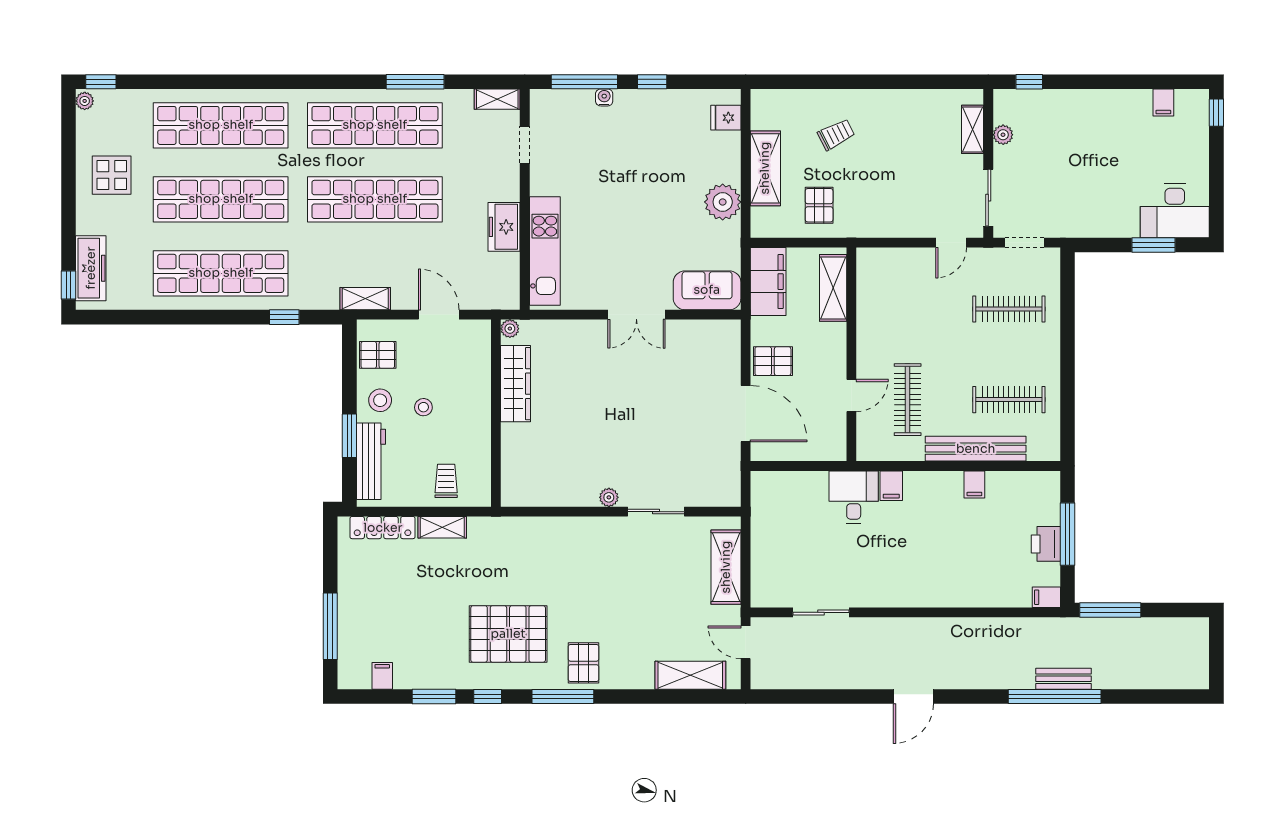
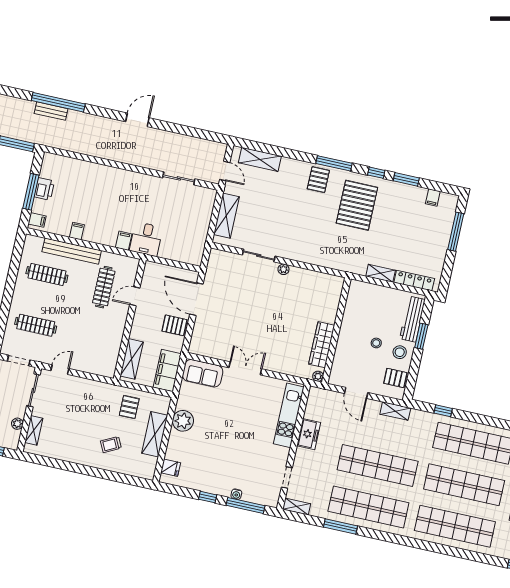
trolley: (446, 481) -> (373, 299), removed
filing cabinet: (1046, 597) -> (37, 220), moved
pallet: (508, 634) -> (357, 205), turned 90

